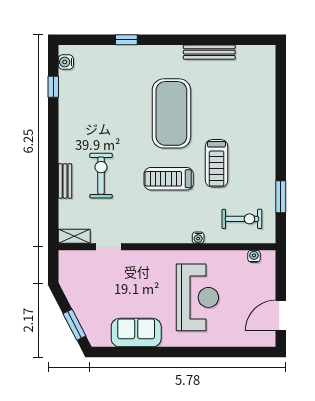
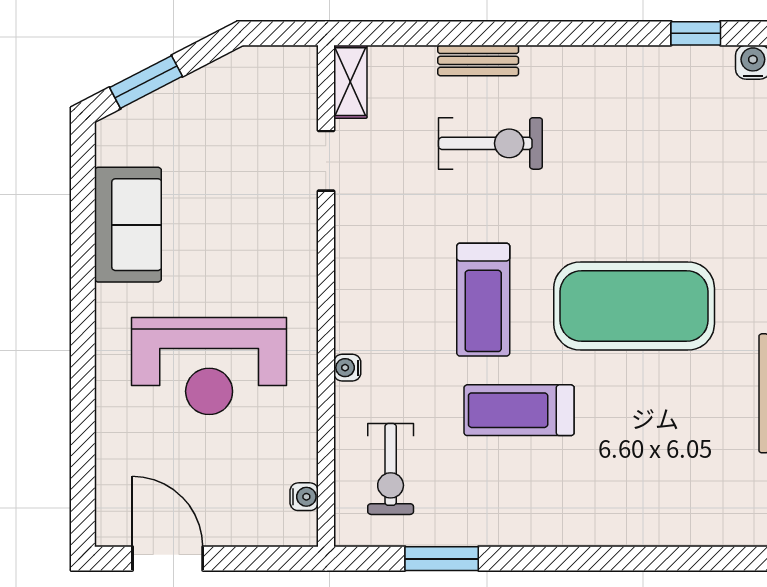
treadmill: (169, 179) -> (483, 300), turned 180

